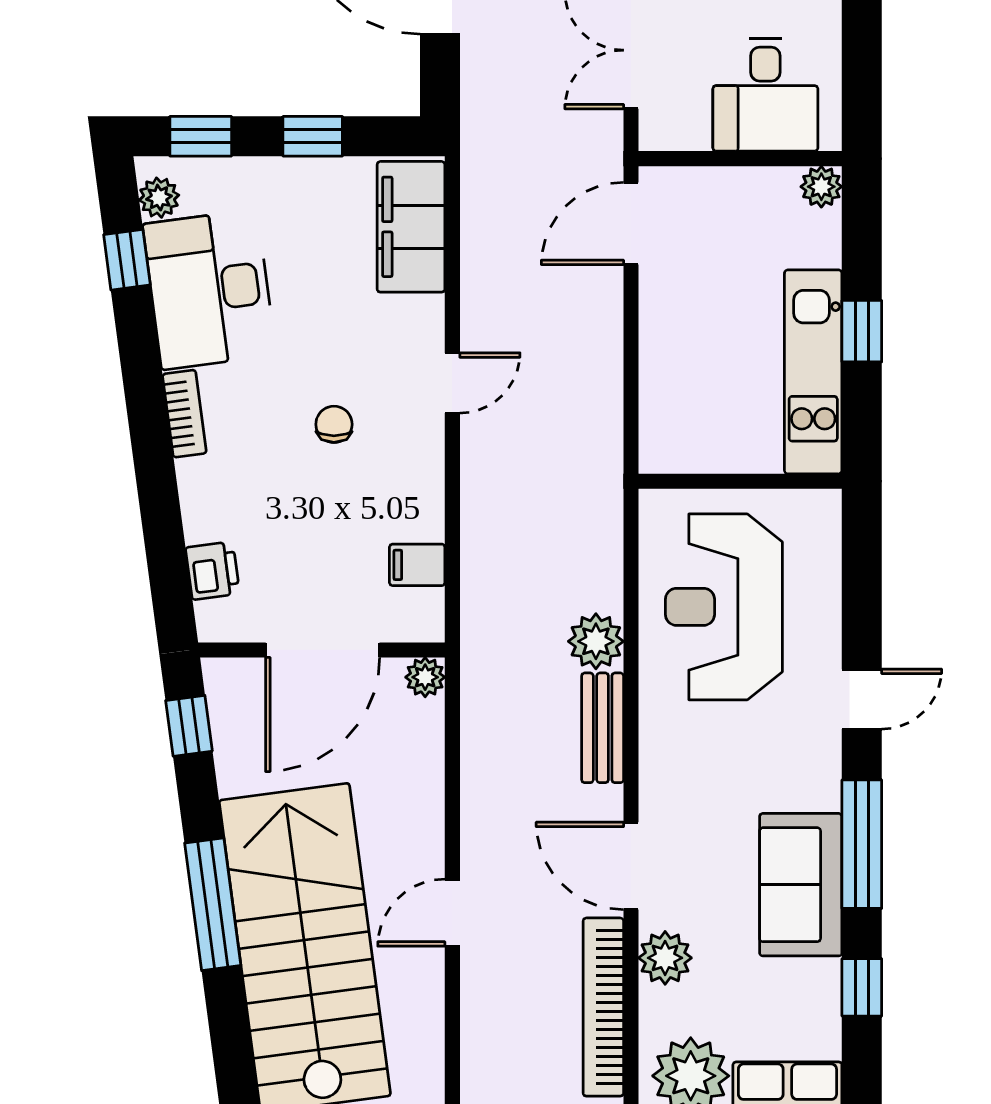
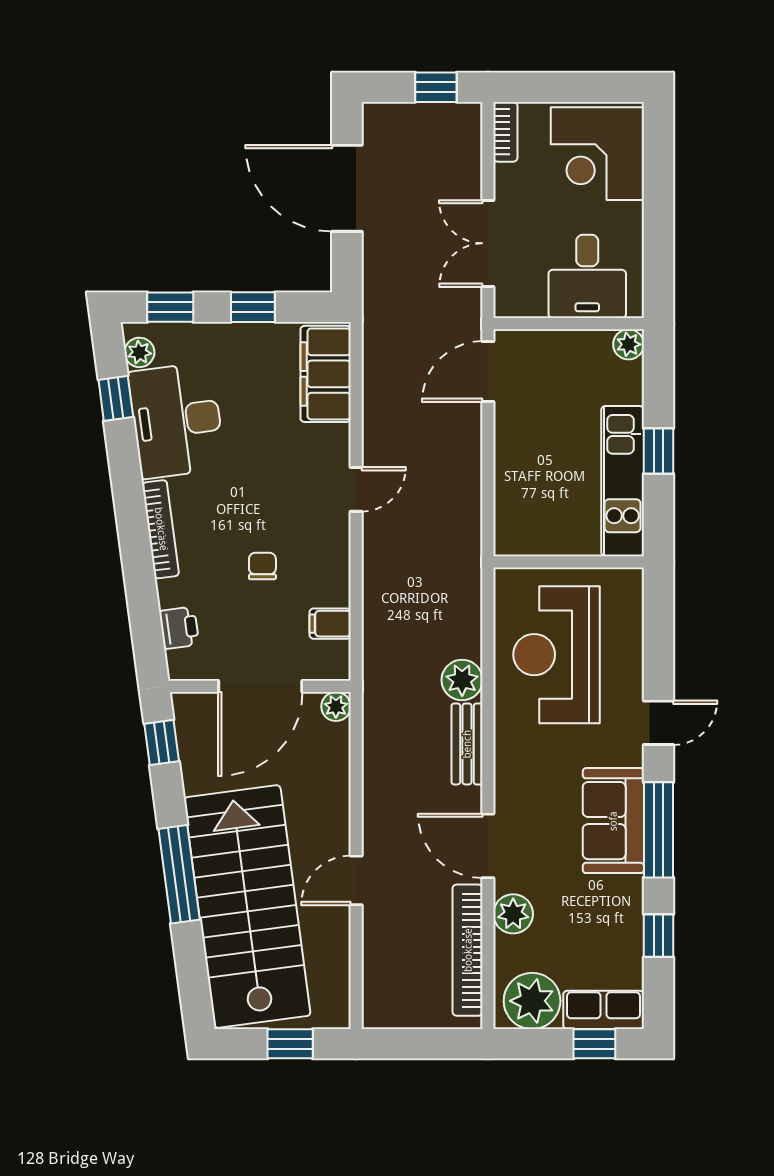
bookcase: (184, 414) -> (161, 529), width x1.56
chair: (334, 424) -> (262, 566), moved
sofa: (801, 885) -> (613, 821), moved

